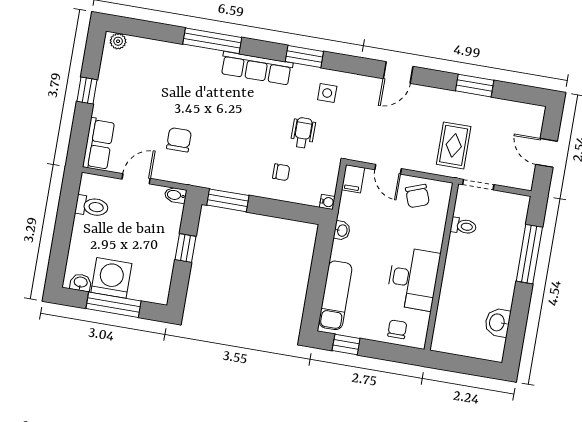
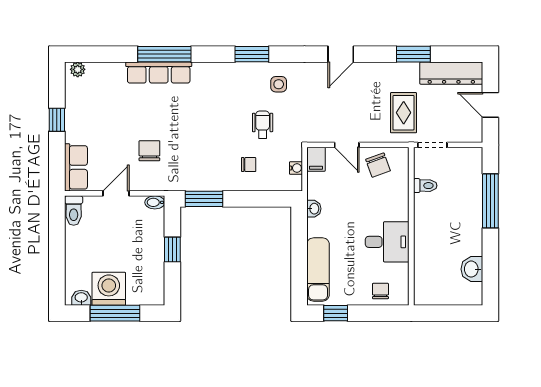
row of seats: (257, 68) -> (159, 73), moved
dresser: (511, 112) -> (451, 73), added
water cooler: (327, 202) -> (296, 168), moved
toilet: (92, 206) -> (74, 211), moved, turned 90
desk: (413, 279) -> (387, 242), width x0.73

